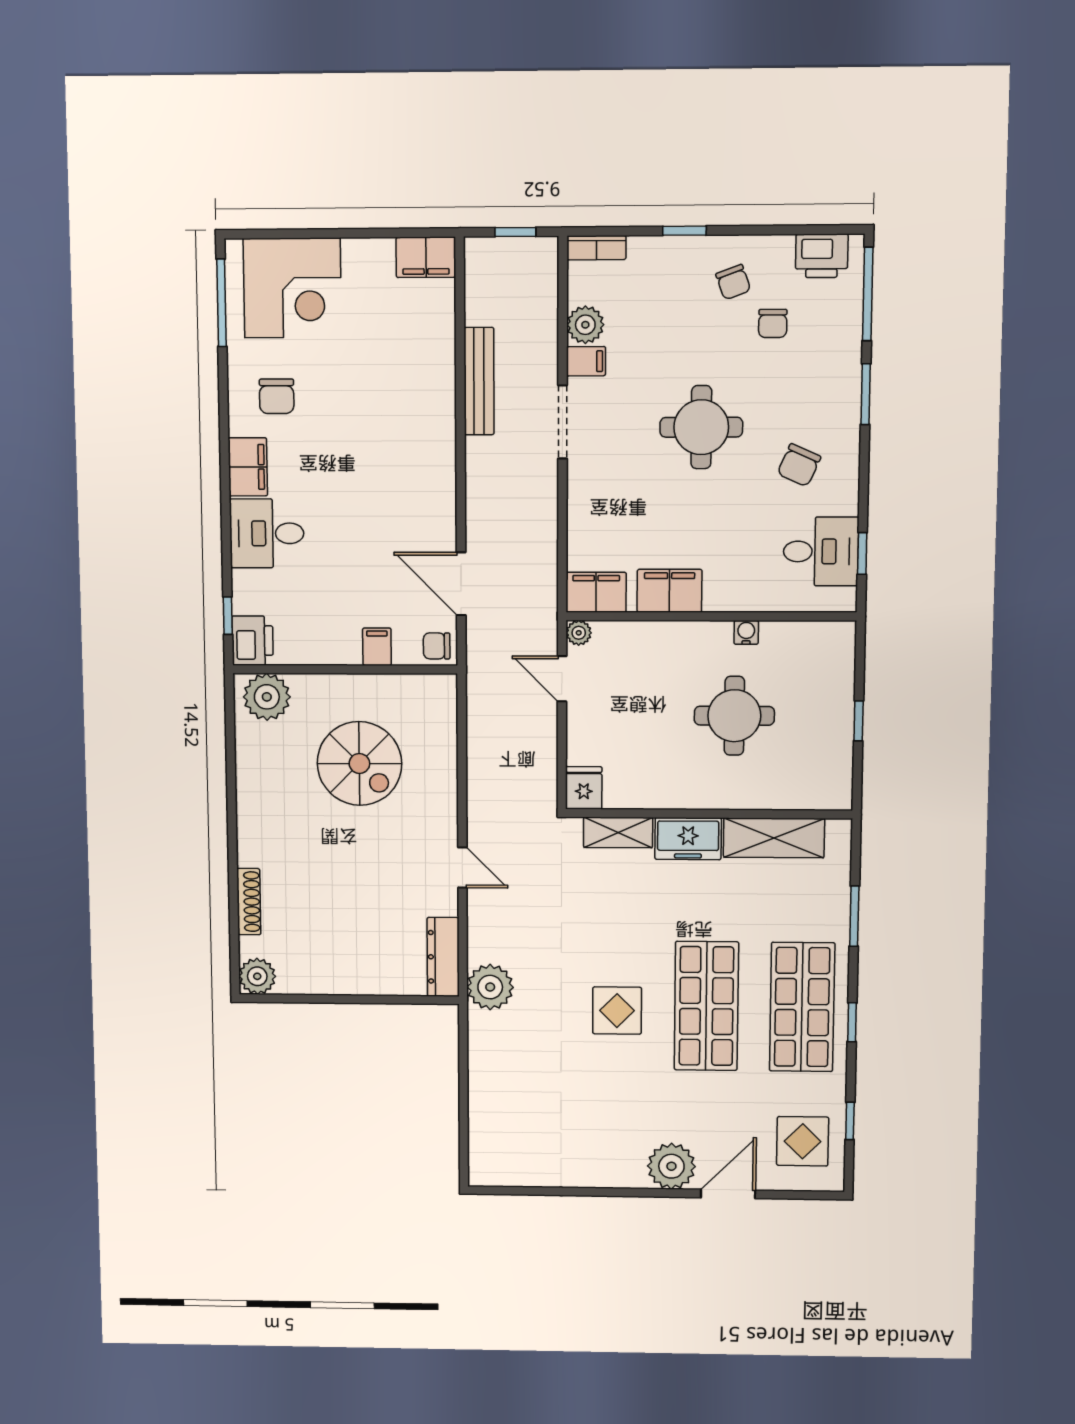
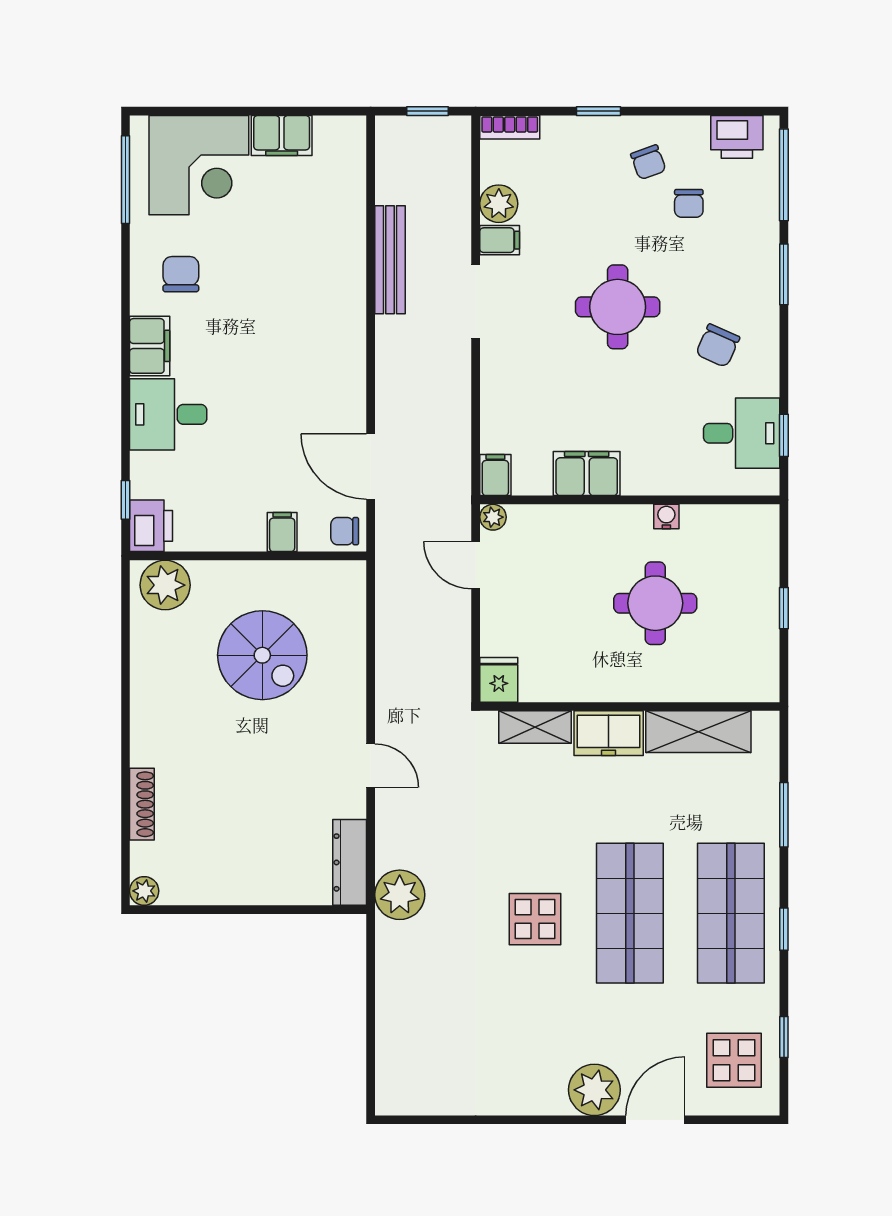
filing cabinet: (426, 257) -> (282, 136), moved
chair: (277, 396) -> (181, 274), turned 180
filing cabinet: (596, 592) -> (495, 475), width x0.50
plant: (257, 976) -> (144, 891), width x0.73, depth x0.73

